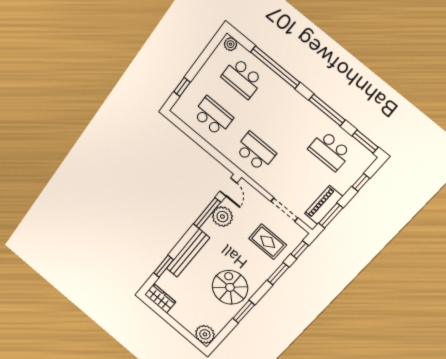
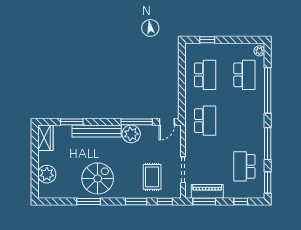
school desk: (242, 78) -> (244, 75), turned 180
plant: (222, 217) -> (131, 134), moved
plant: (205, 334) -> (47, 174), moved

